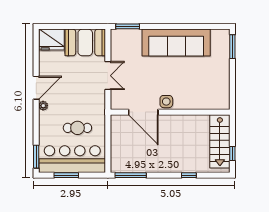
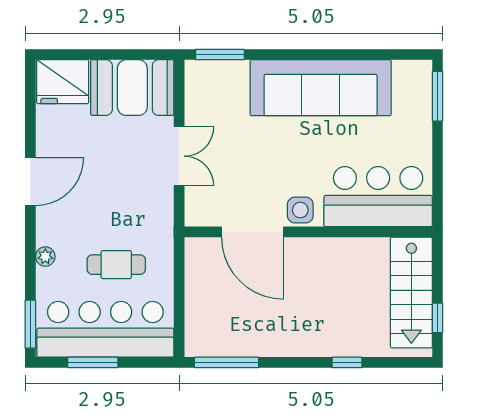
bar counter: (204, 95) -> (378, 197), added
plant: (43, 106) -> (45, 257), moved

